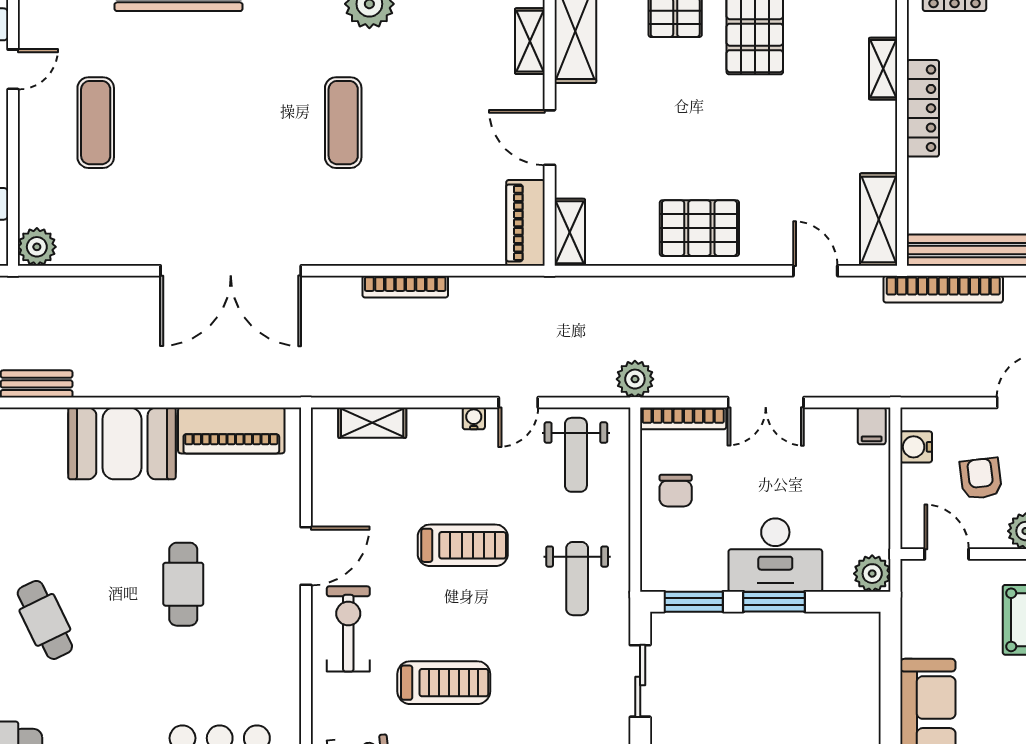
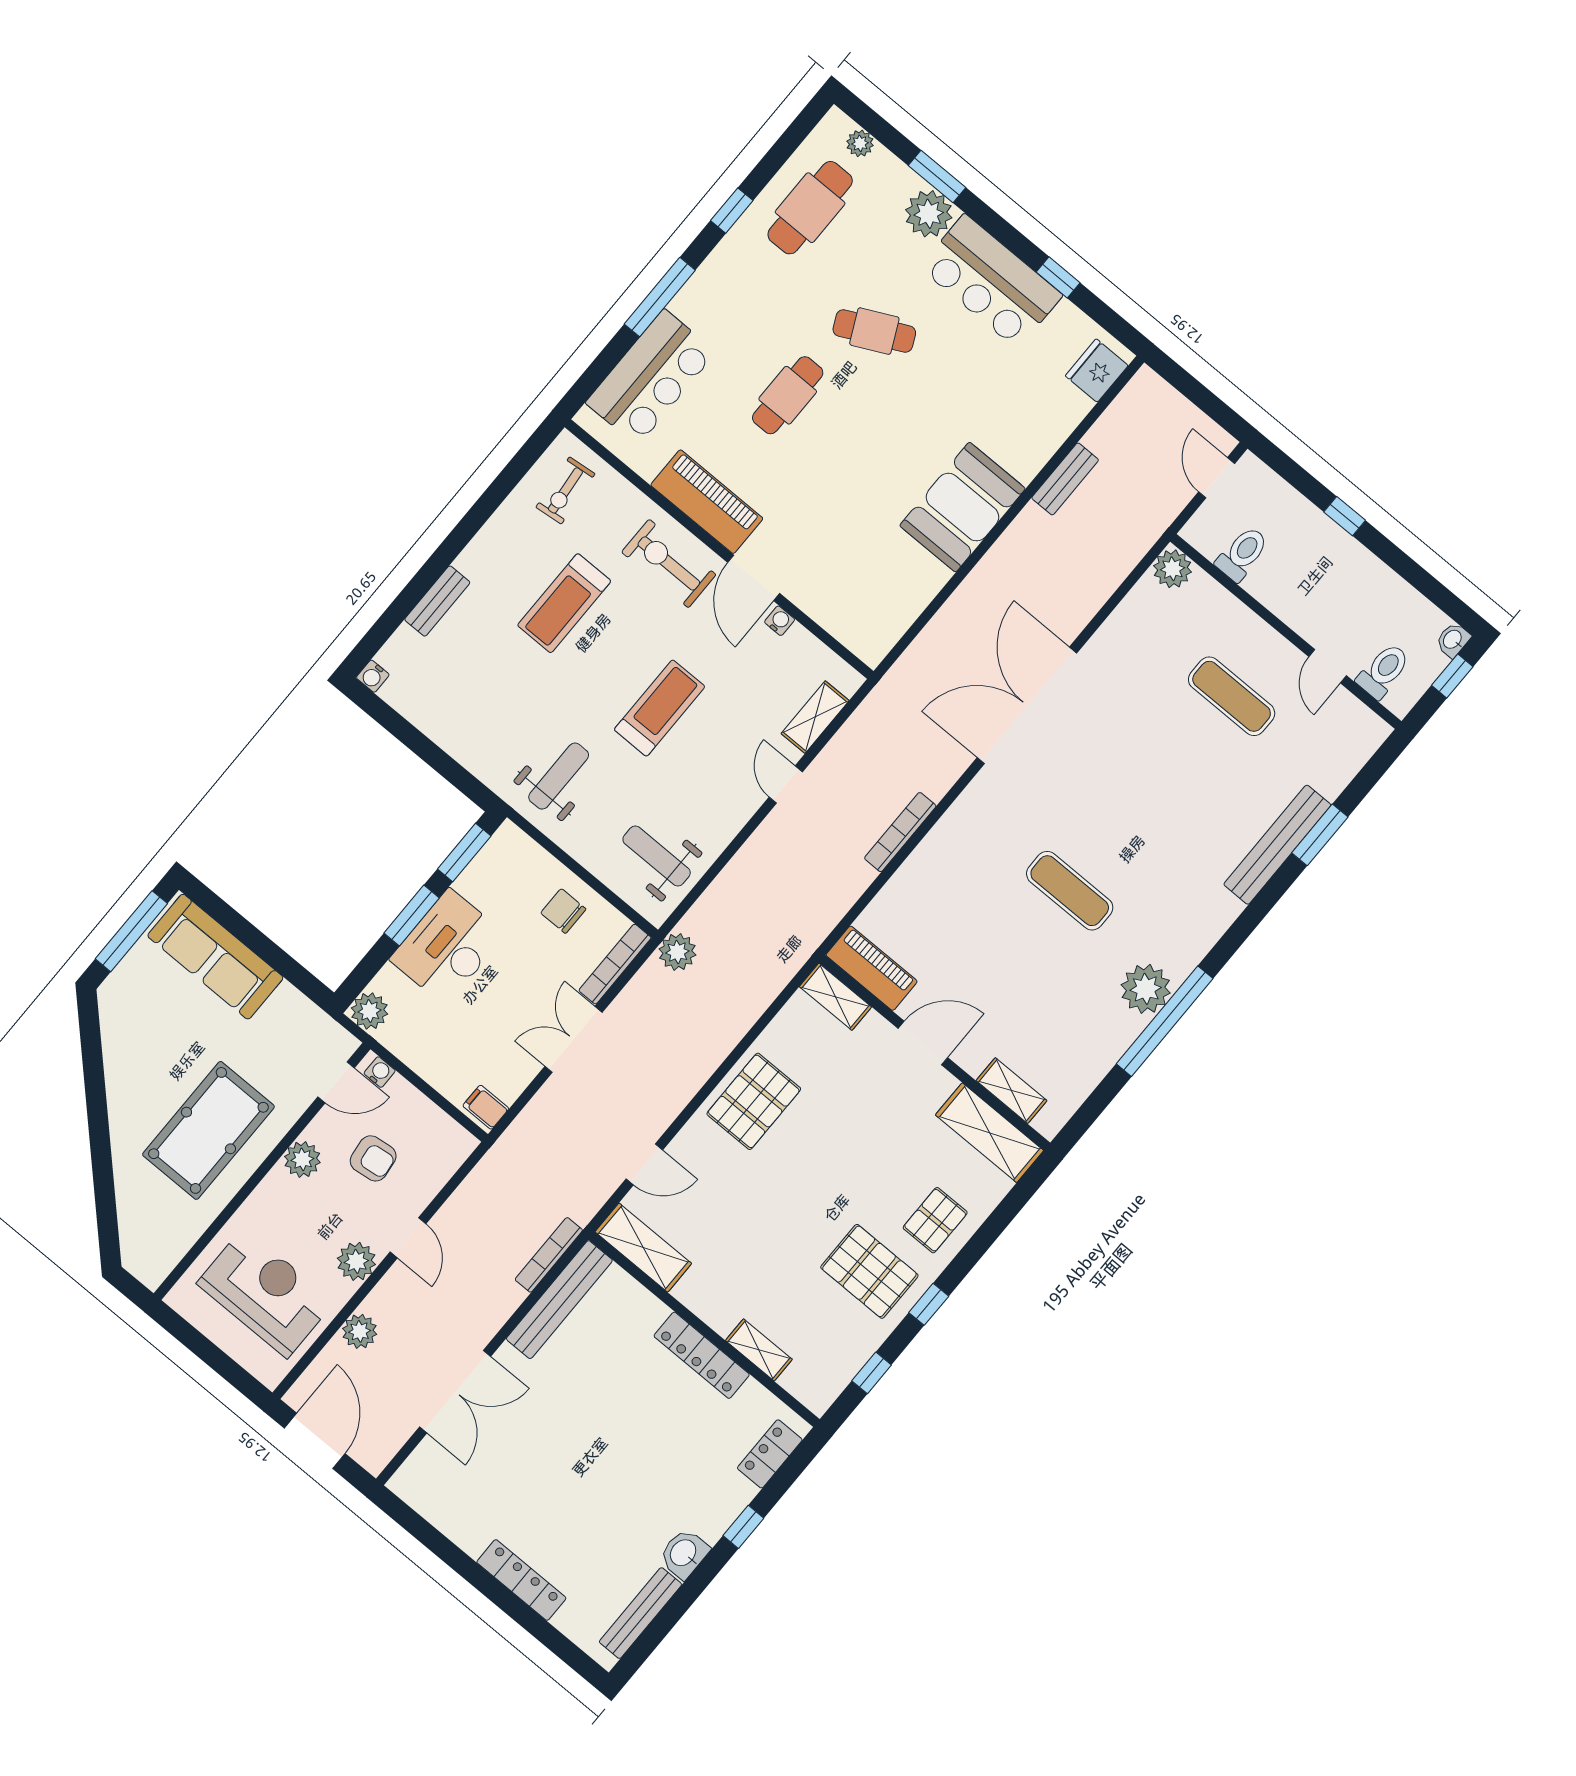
bookcase: (943, 289) -> (549, 1255), width x0.68, depth x0.76
door: (518, 402) -> (786, 784), moved
water cooler: (474, 418) -> (780, 621), moved, turned -90
piano: (231, 430) -> (707, 502), moved, turned 90
water cooler: (916, 447) -> (380, 1072), moved, width x0.72, depth x0.72
treadmill: (463, 545) -> (660, 708), turned 180
weight bench: (577, 579) -> (559, 776), turned 90
cafe table: (183, 584) -> (788, 395), moved, turned 90
exercise bike: (348, 629) -> (669, 563), turned 180
sliding door: (640, 681) -> (437, 759), removed

